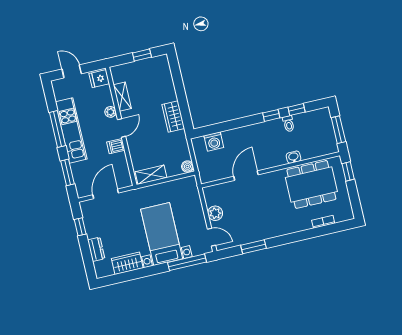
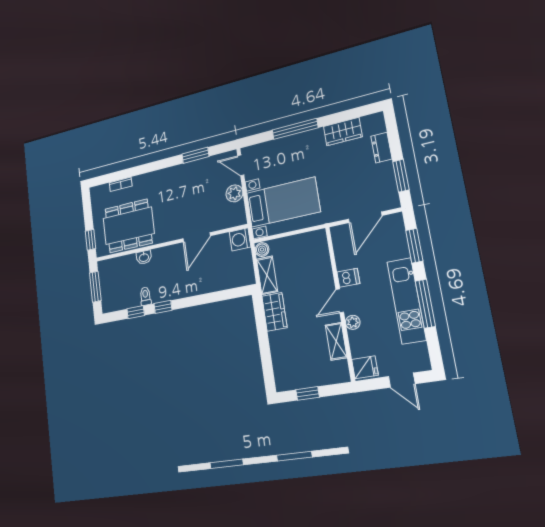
washing machine: (214, 142) -> (240, 239), moved, turned -90
shelving: (151, 175) -> (267, 275), moved, turned 90
window: (80, 227) -> (401, 176), width x1.50
bed with nightstands: (162, 234) -> (283, 202), moved, turned -90
window: (187, 262) -> (295, 129), moved

